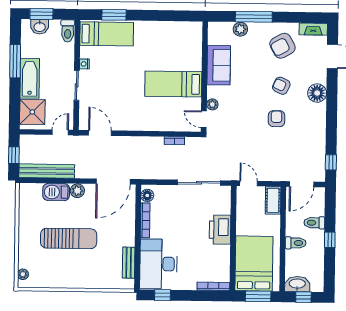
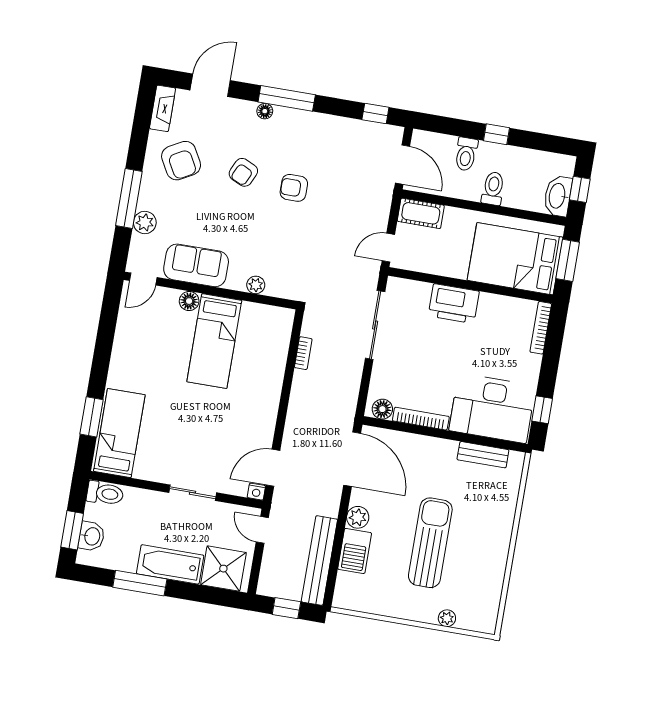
nightstand: (84, 64) -> (256, 492), moved
floor lamp: (196, 64) -> (189, 301), added
floor lamp: (317, 93) -> (265, 111), width x0.53, depth x0.53
window: (332, 105) -> (287, 98), added
door: (204, 119) -> (143, 279), moved
plant: (23, 274) -> (447, 618), moved

